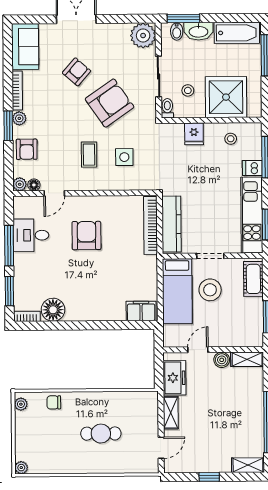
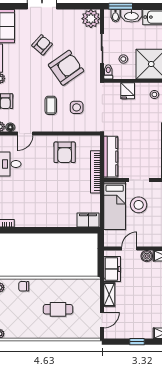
bookcase: (151, 225) -> (95, 172), moved
armchair: (86, 236) -> (65, 152), moved, turned 180
floor lamp: (53, 310) -> (24, 219), removed

